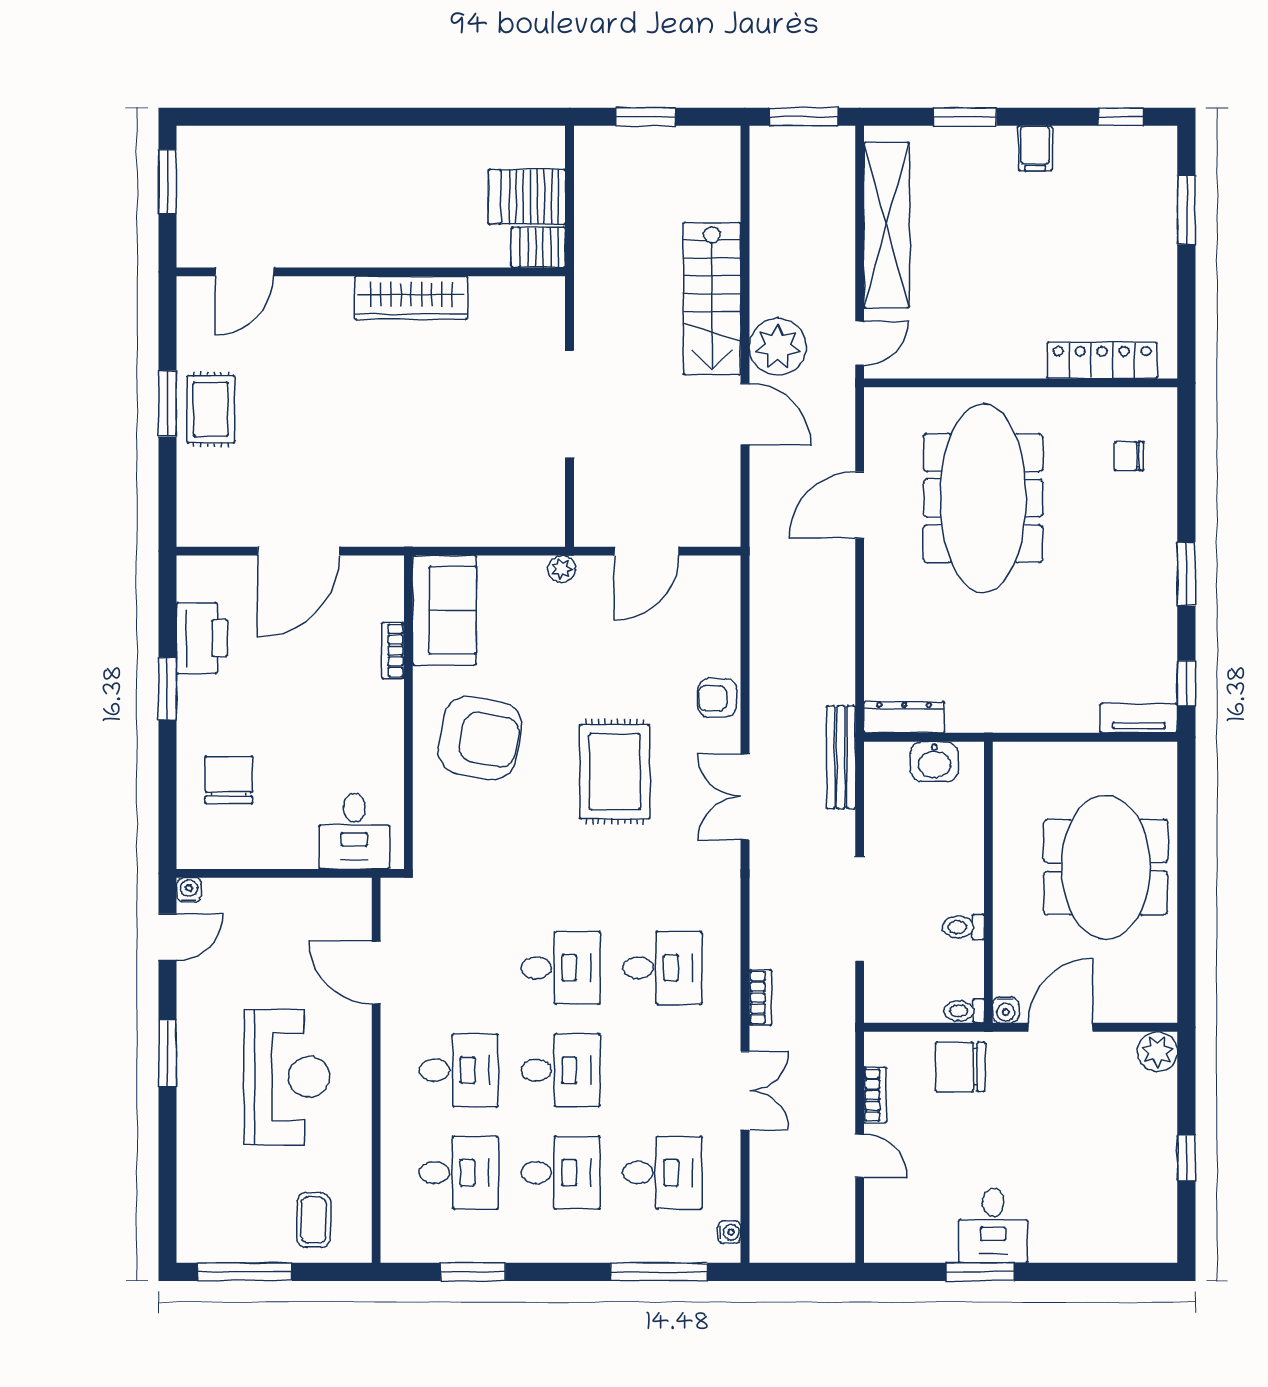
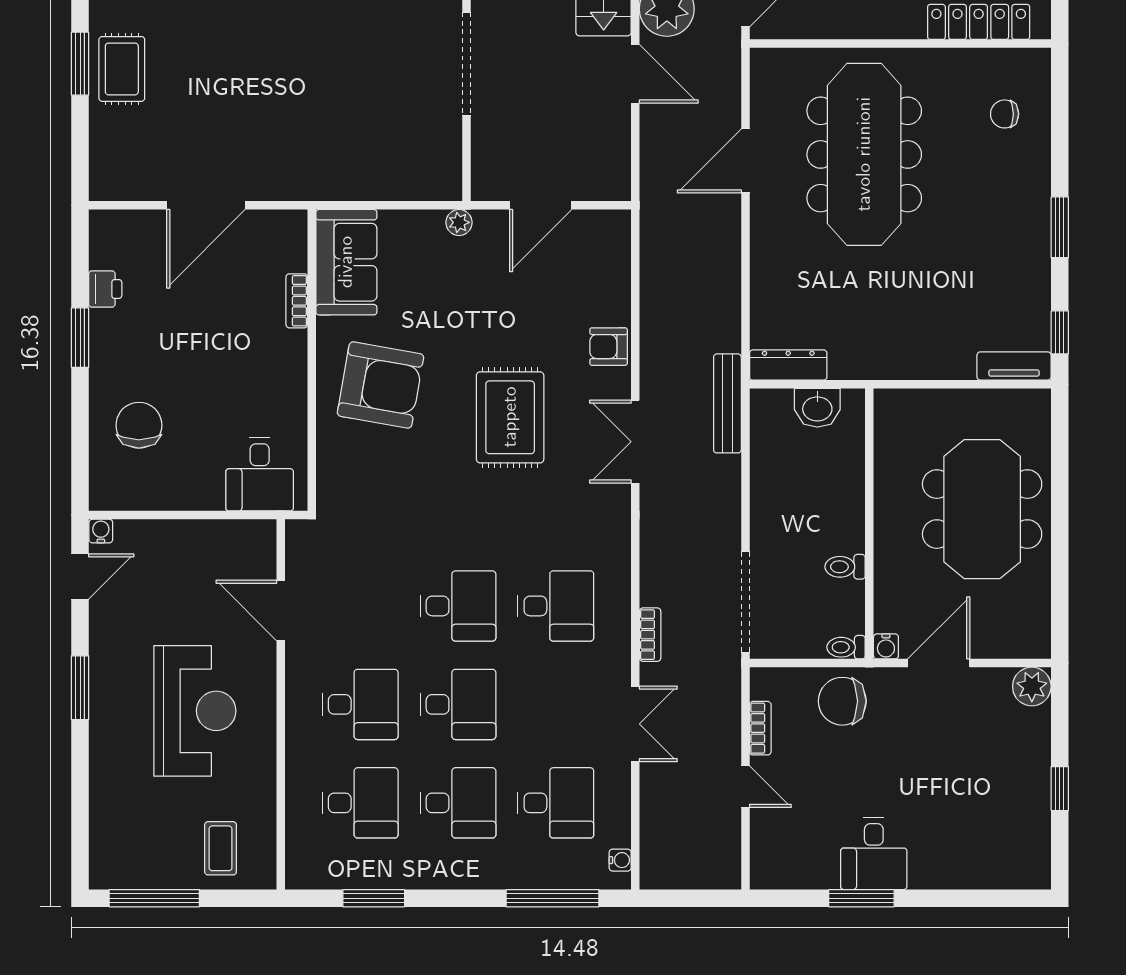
printer: (202, 638) -> (105, 289), width x0.53, depth x0.68
doorway: (860, 909) -> (745, 602), moved

